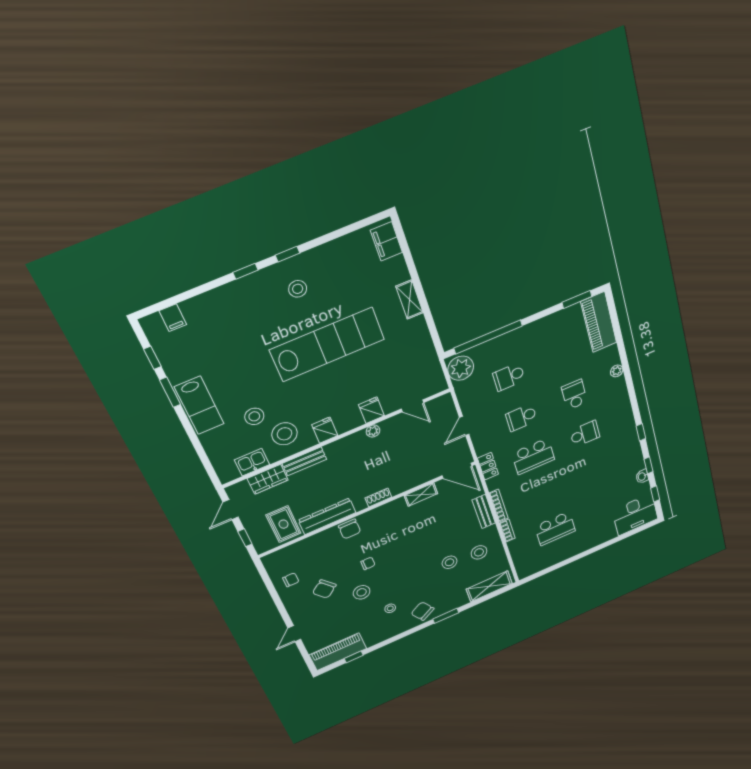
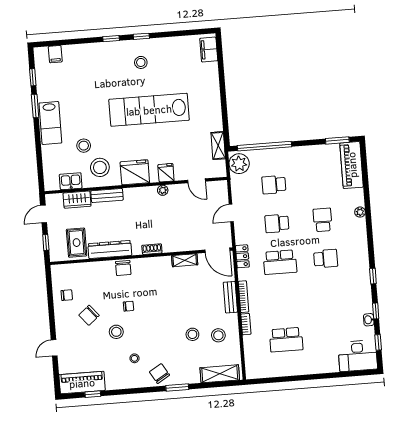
shelving: (409, 300) -> (218, 146), moved
lab bench: (327, 345) -> (149, 110), turned 180
fridge: (325, 430) -> (135, 172), width x1.88, depth x1.34

